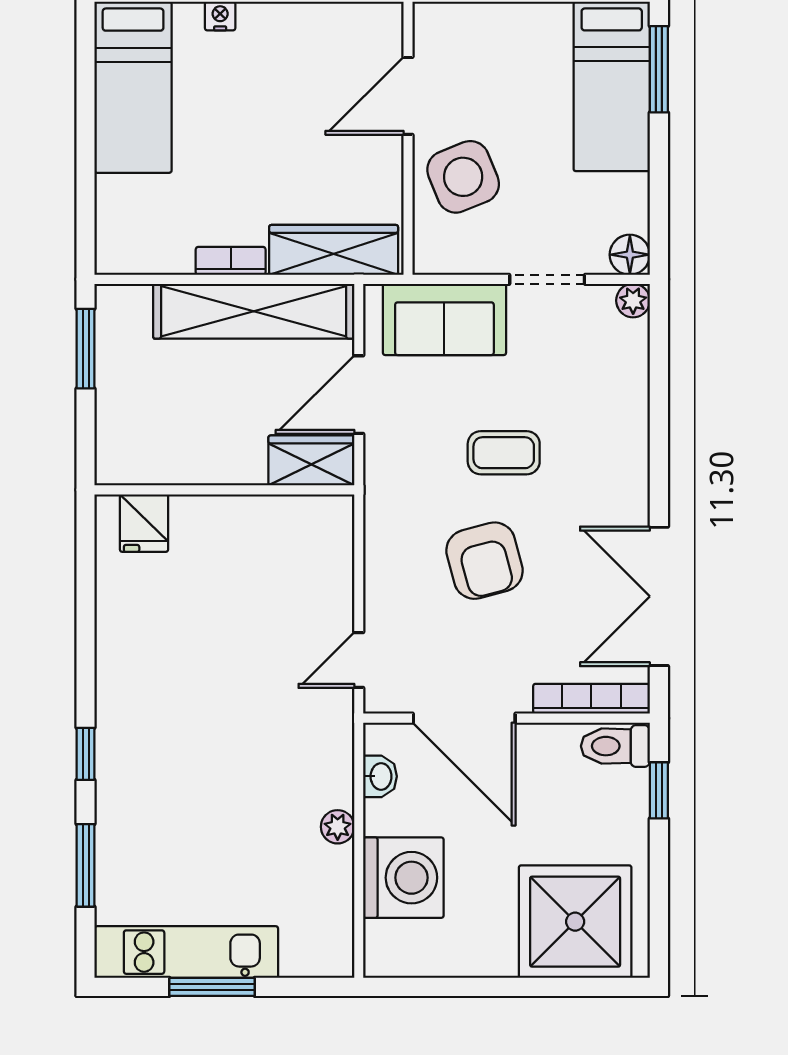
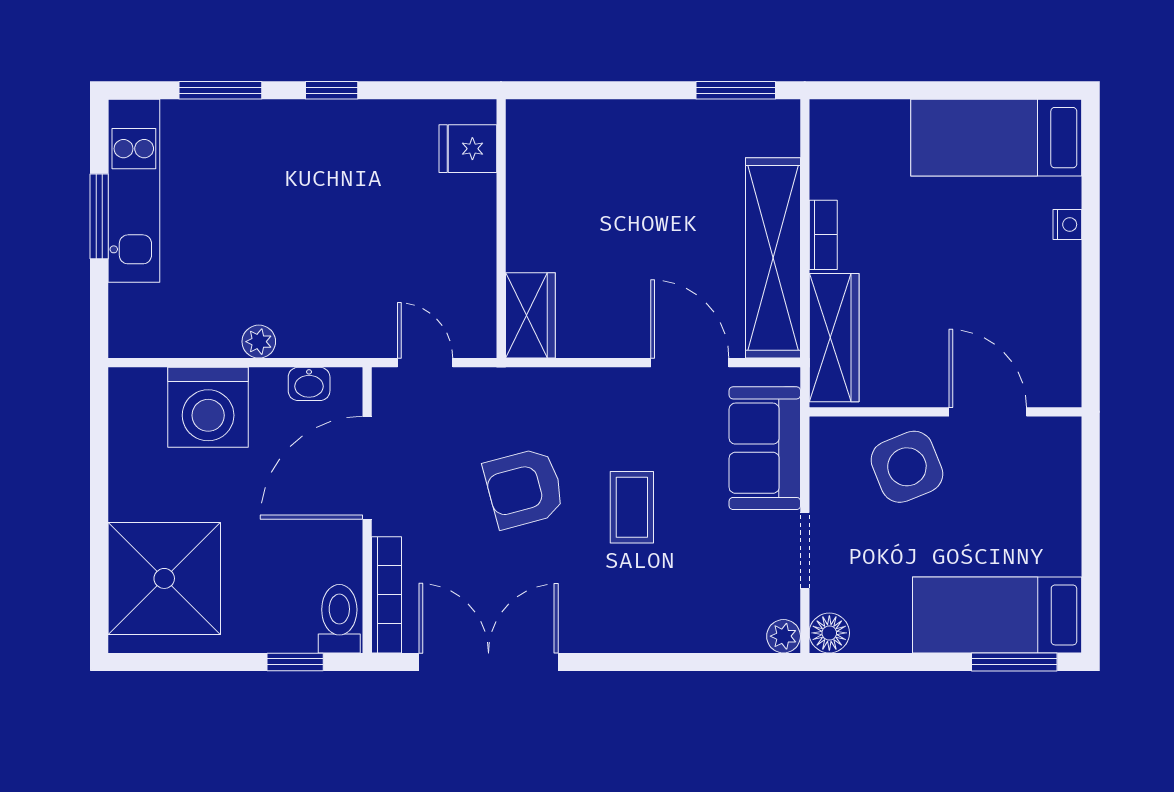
wardrobe: (311, 460) -> (530, 315), moved
wall: (224, 490) -> (501, 229), moved
fridge: (144, 523) -> (468, 149), moved

